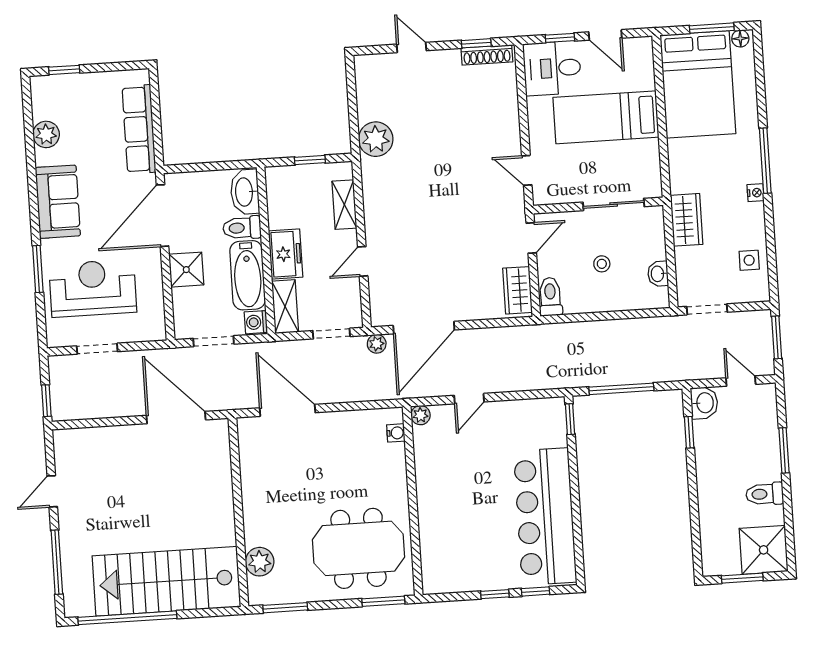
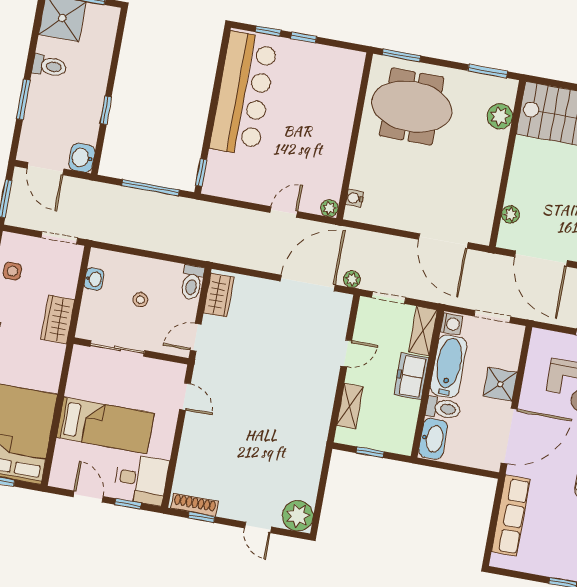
plant: (376, 139) -> (298, 516), moved
door: (741, 381) -> (46, 169), width x1.38
window: (689, 432) -> (106, 110), moved
plant: (221, 458) -> (510, 214), added

